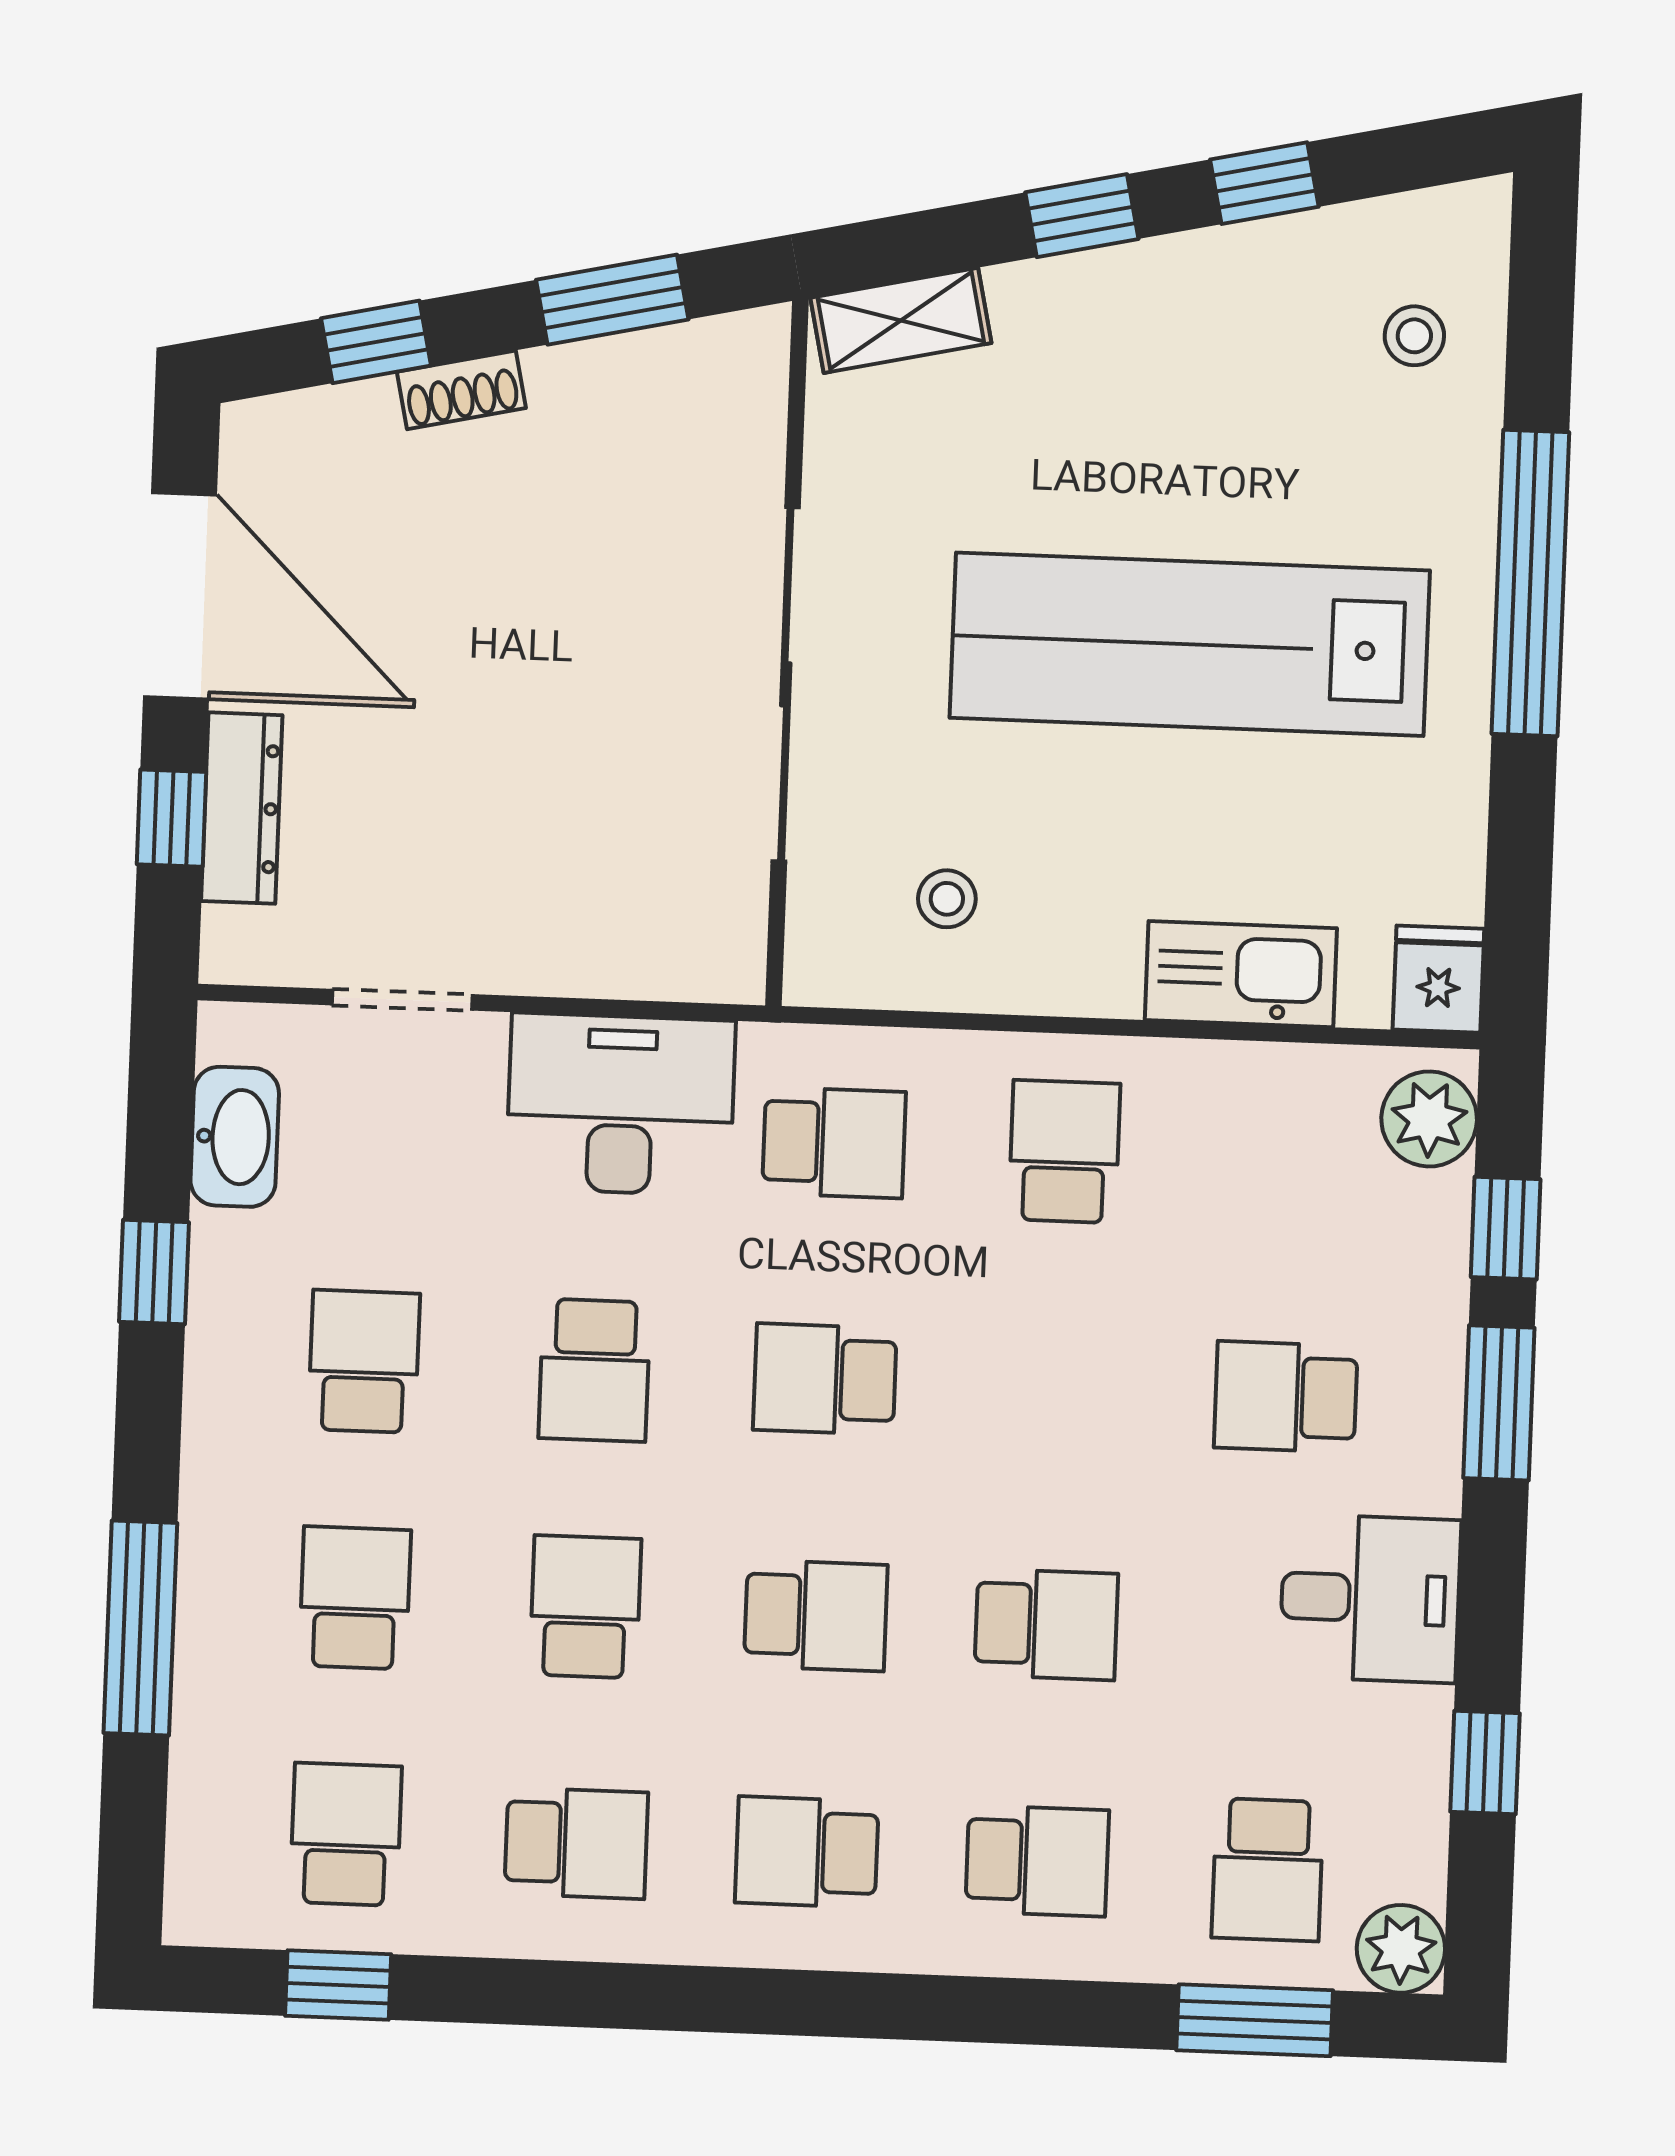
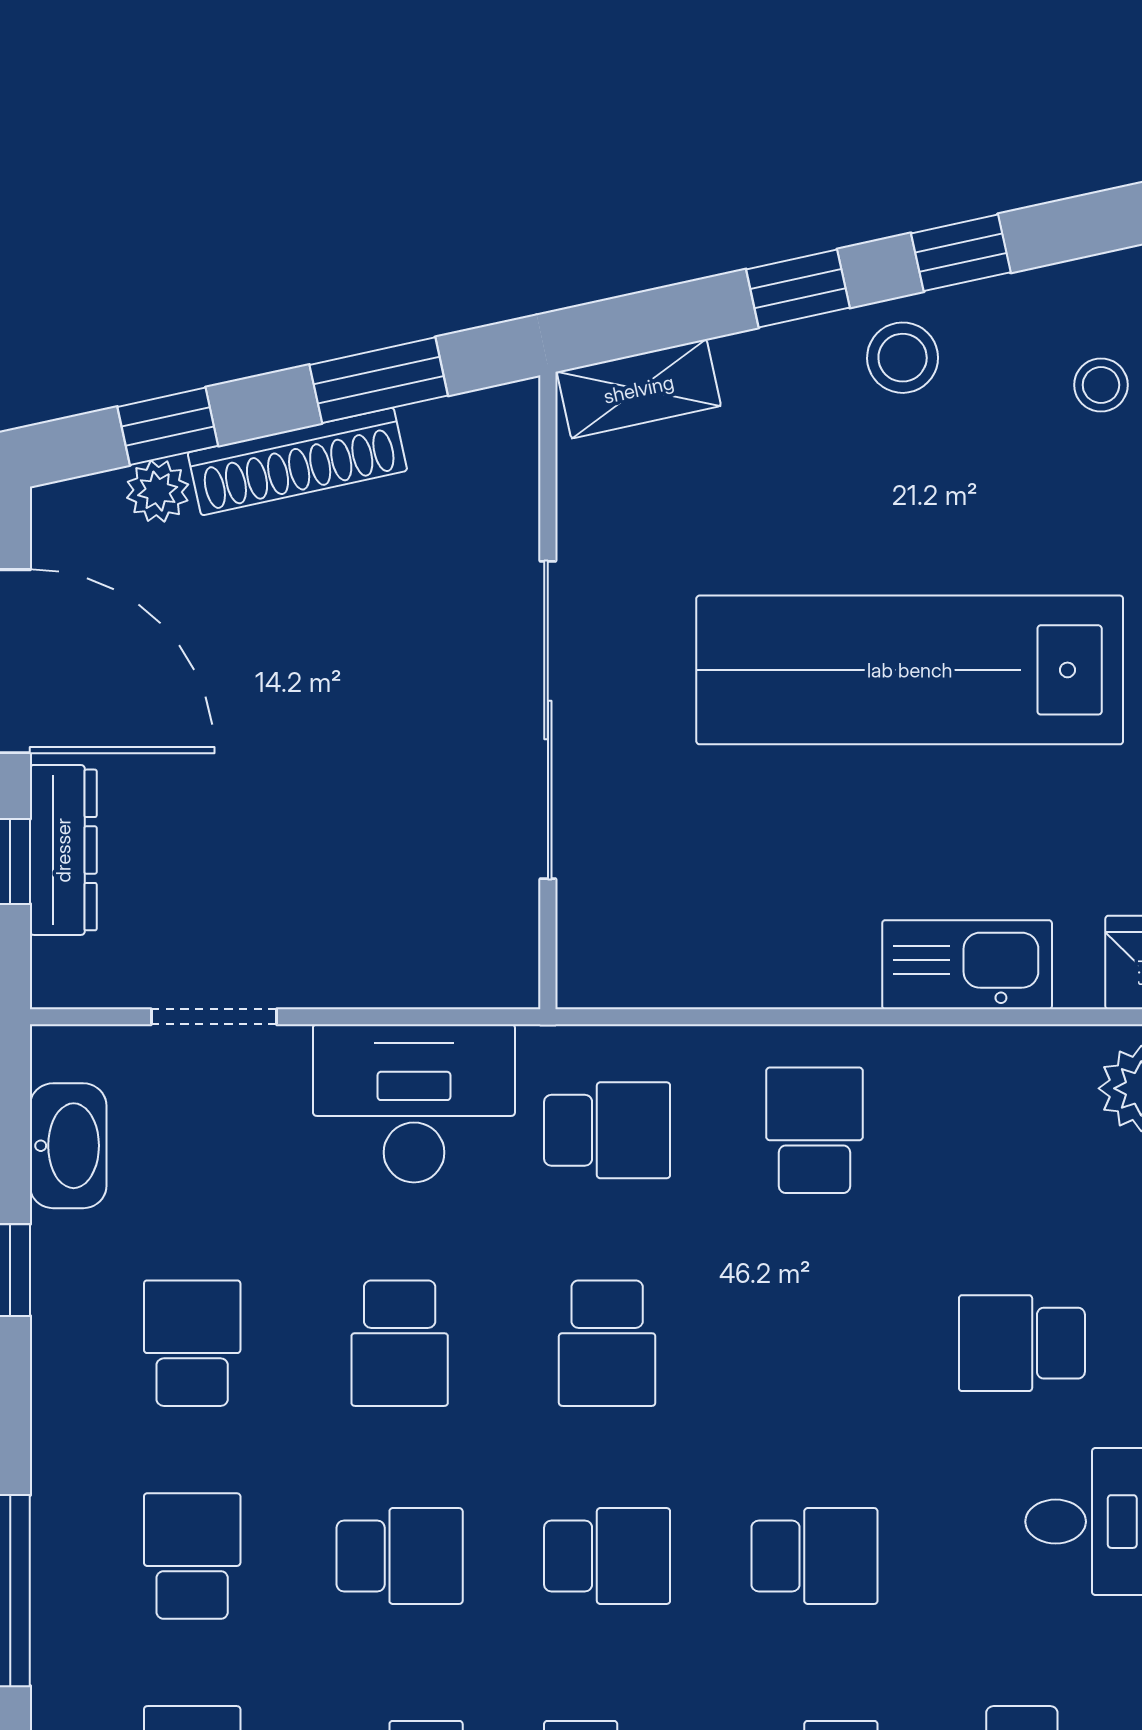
shoe rack: (461, 390) -> (297, 462), width x1.94, depth x1.24
plant: (362, 413) -> (158, 491), added
stool: (947, 899) -> (903, 358), moved, width x1.37, depth x1.37
school desk: (825, 1379) -> (607, 1343), turned -90
school desk: (585, 1607) -> (400, 1556), turned 90

